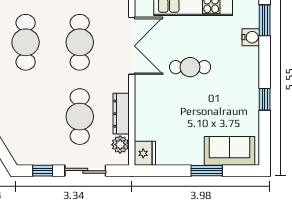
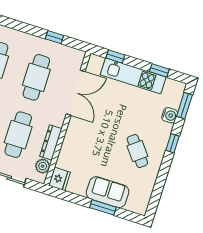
cafe table: (190, 67) -> (137, 151), moved, turned 52
window: (265, 99) -> (173, 143), moved
sofa: (230, 151) -> (108, 192), moved

